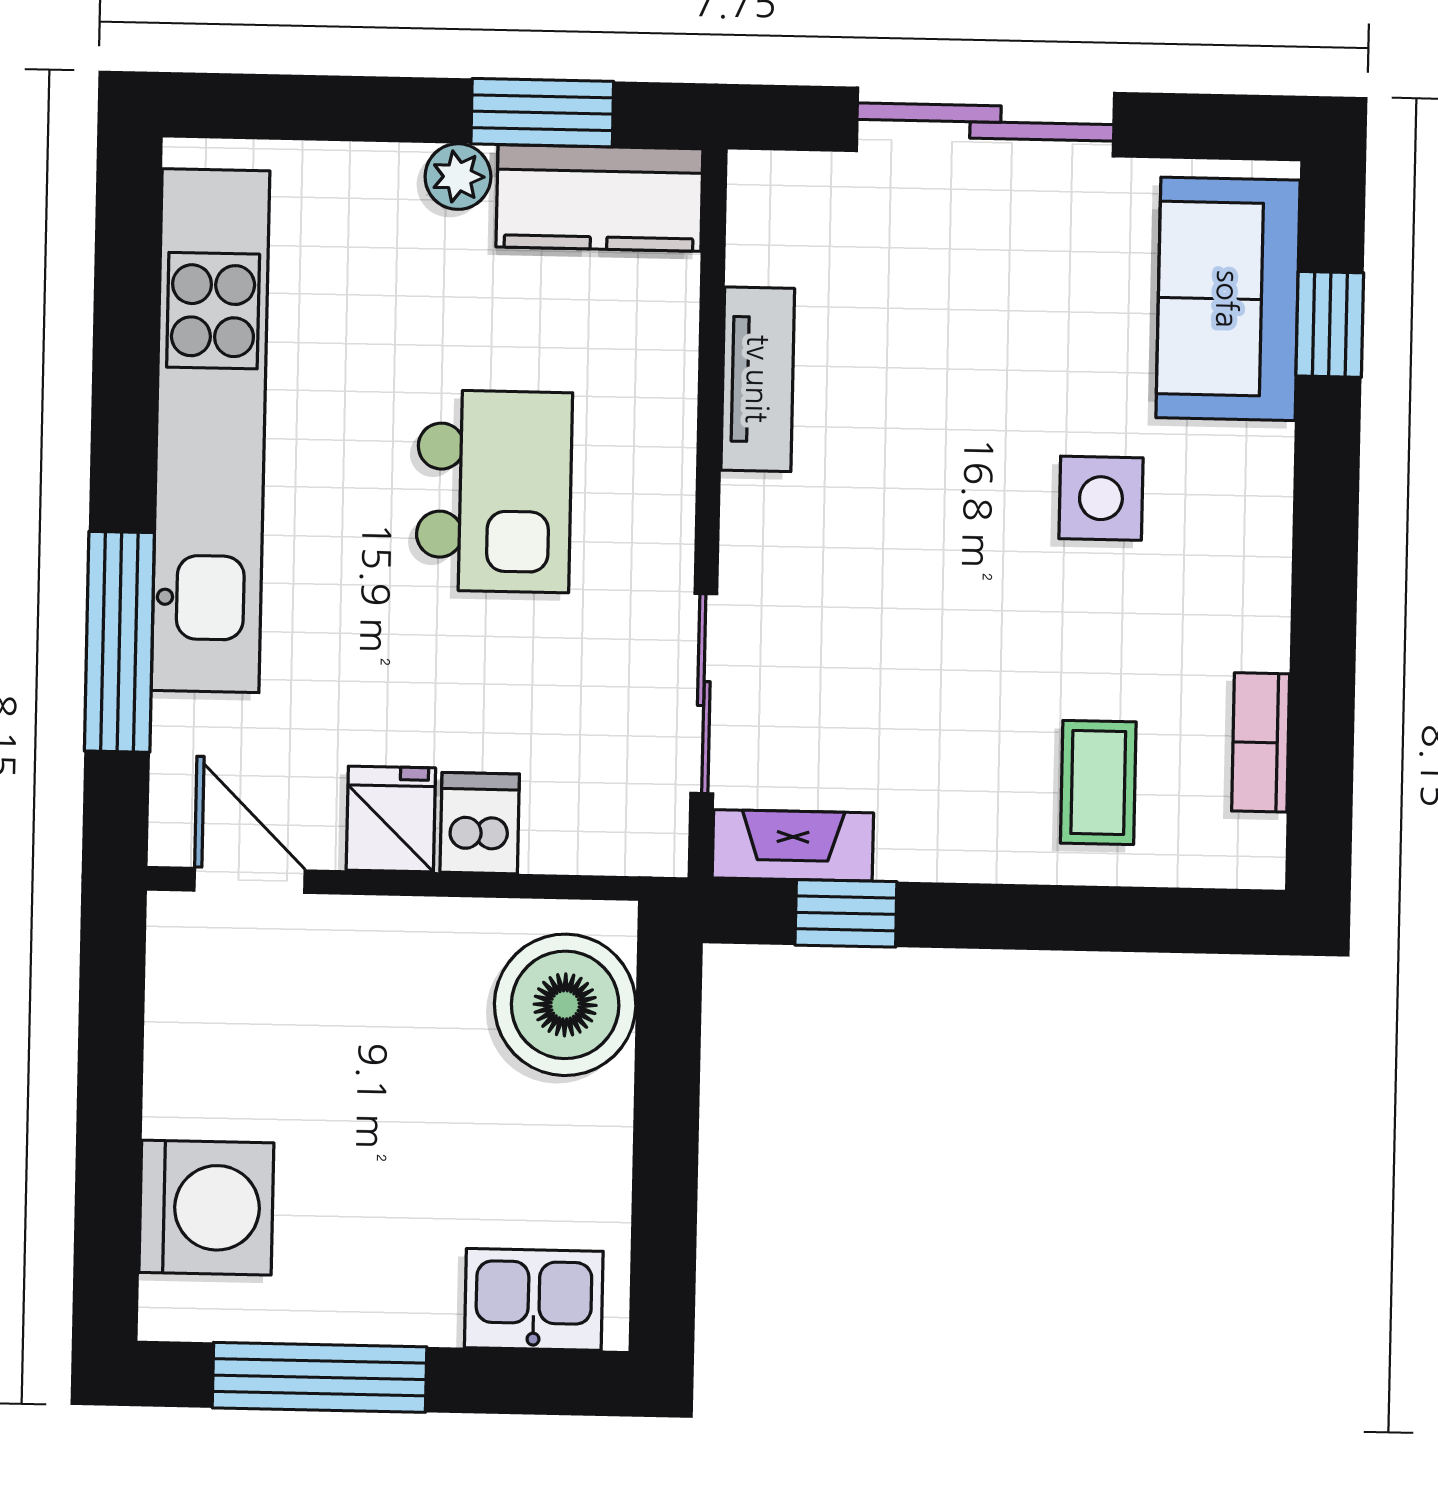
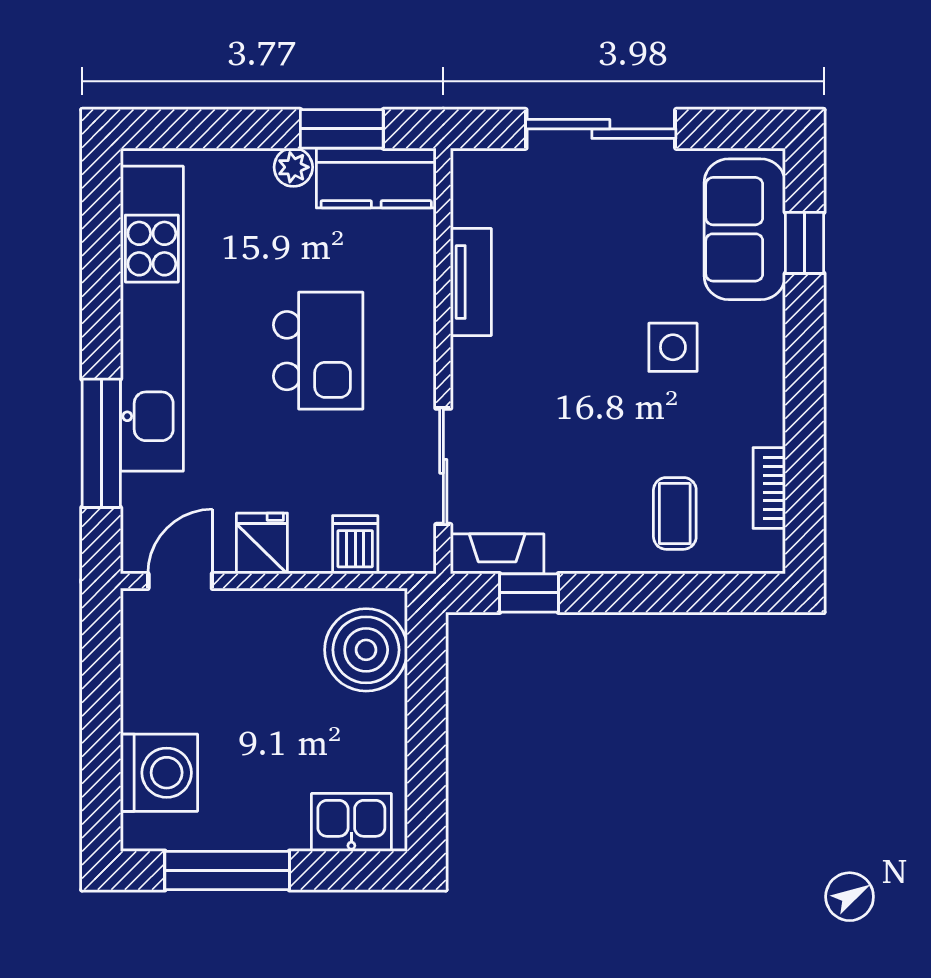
dishwasher: (480, 823) -> (355, 545), moved
door: (250, 880) -> (180, 581), hinge flipped

